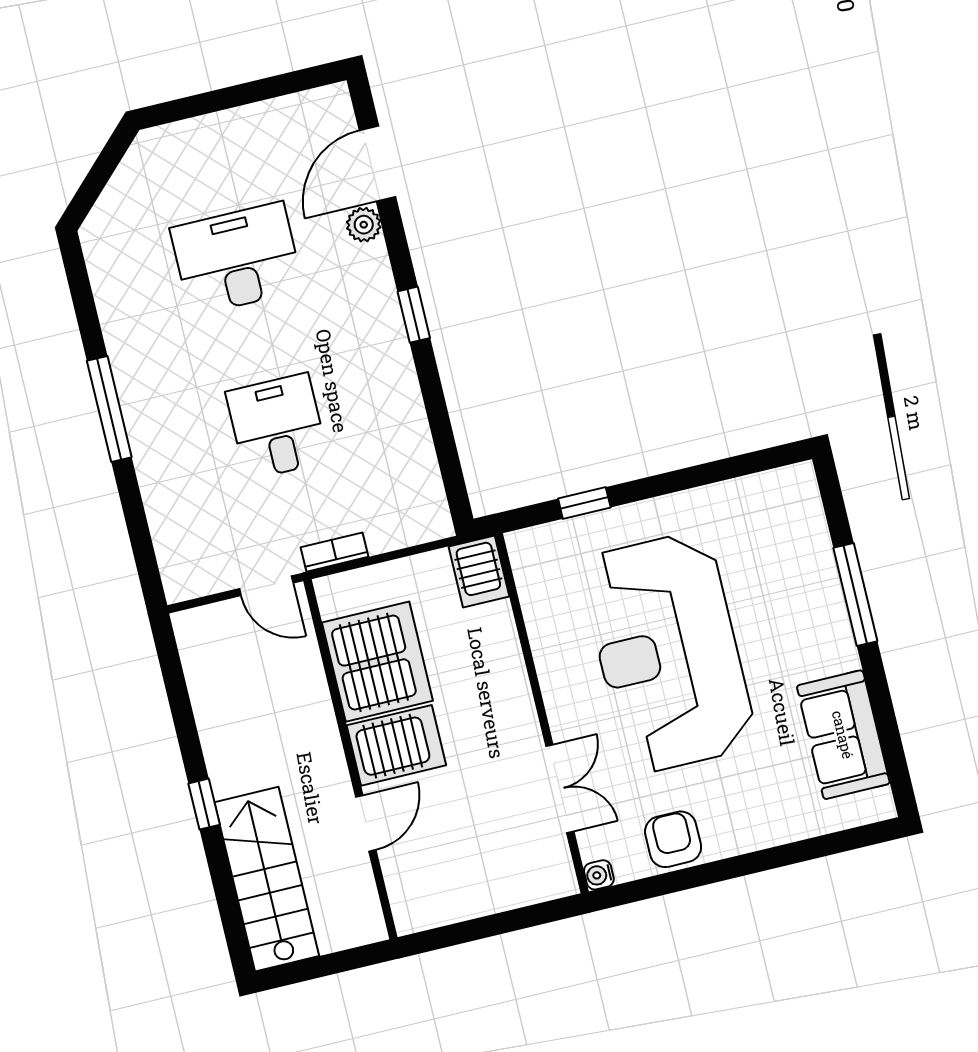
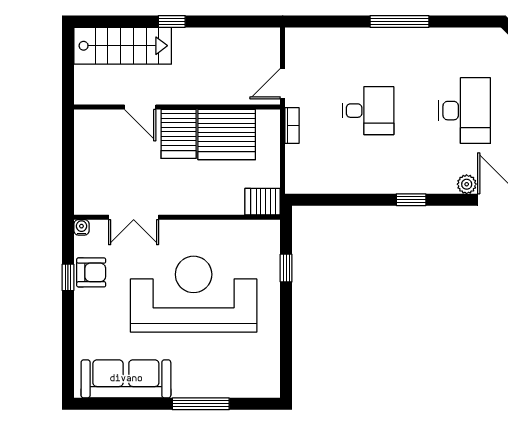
sofa: (843, 735) -> (126, 379), width x1.36
window: (691, 878) -> (68, 277), added

